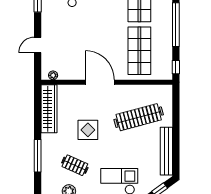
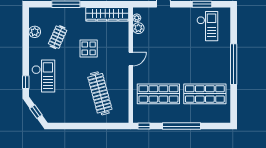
plant: (65, 74) -> (138, 28), added
door: (100, 82) -> (131, 59), width x0.53
bench: (166, 151) -> (70, 118), removed

